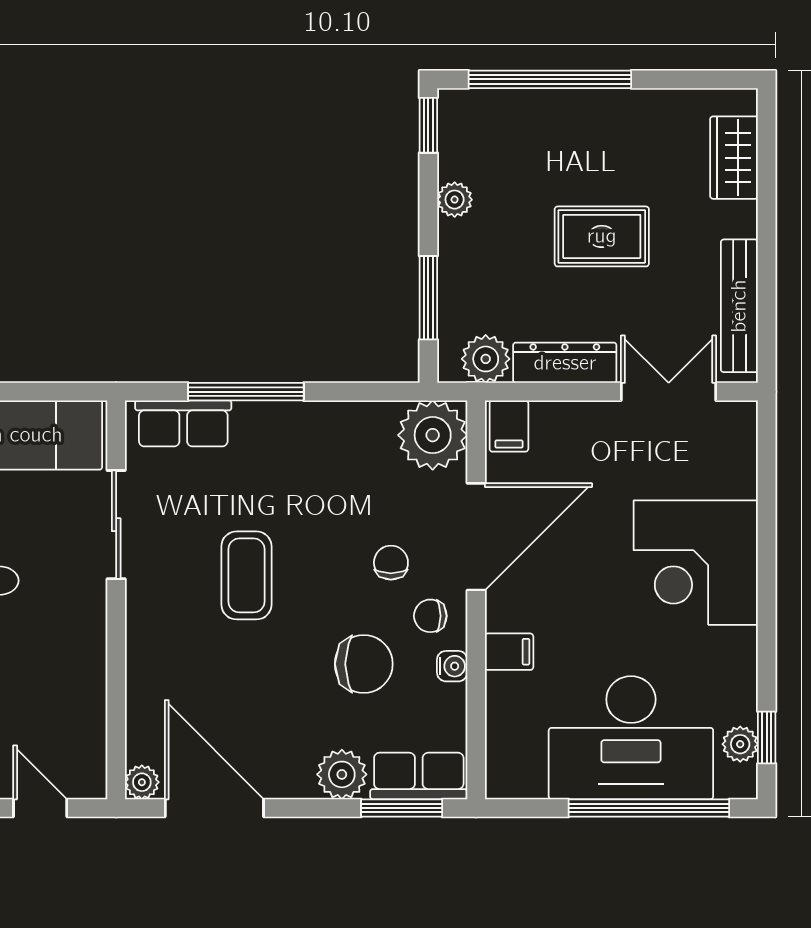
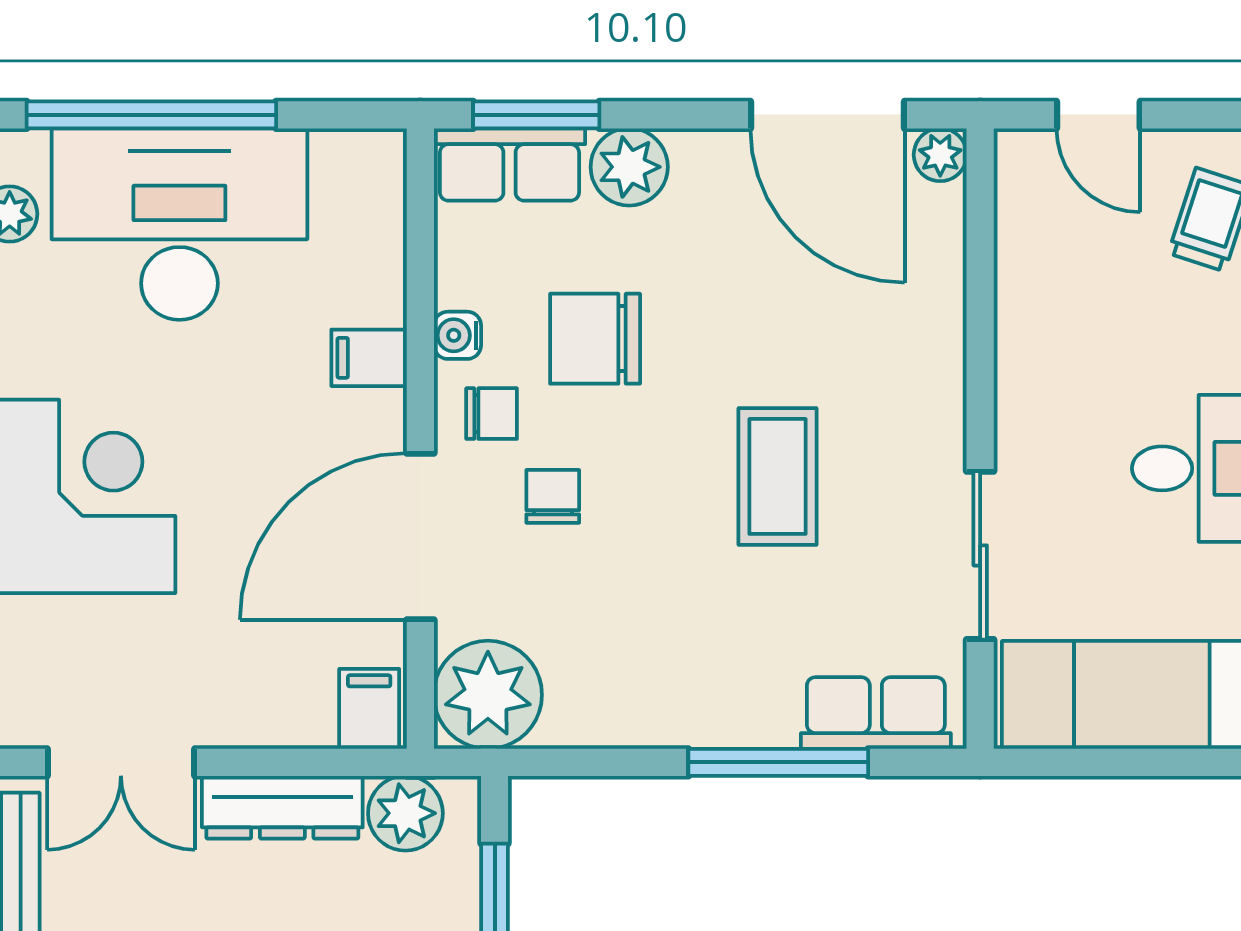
chair: (391, 563) -> (553, 496), turned 180

